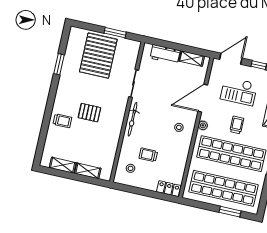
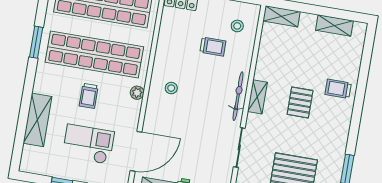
door: (203, 98) -> (136, 151), moved
pallet: (89, 113) -> (300, 102), turned 90
shelving: (119, 118) -> (257, 97), added
shelving: (88, 171) -> (282, 16), moved

